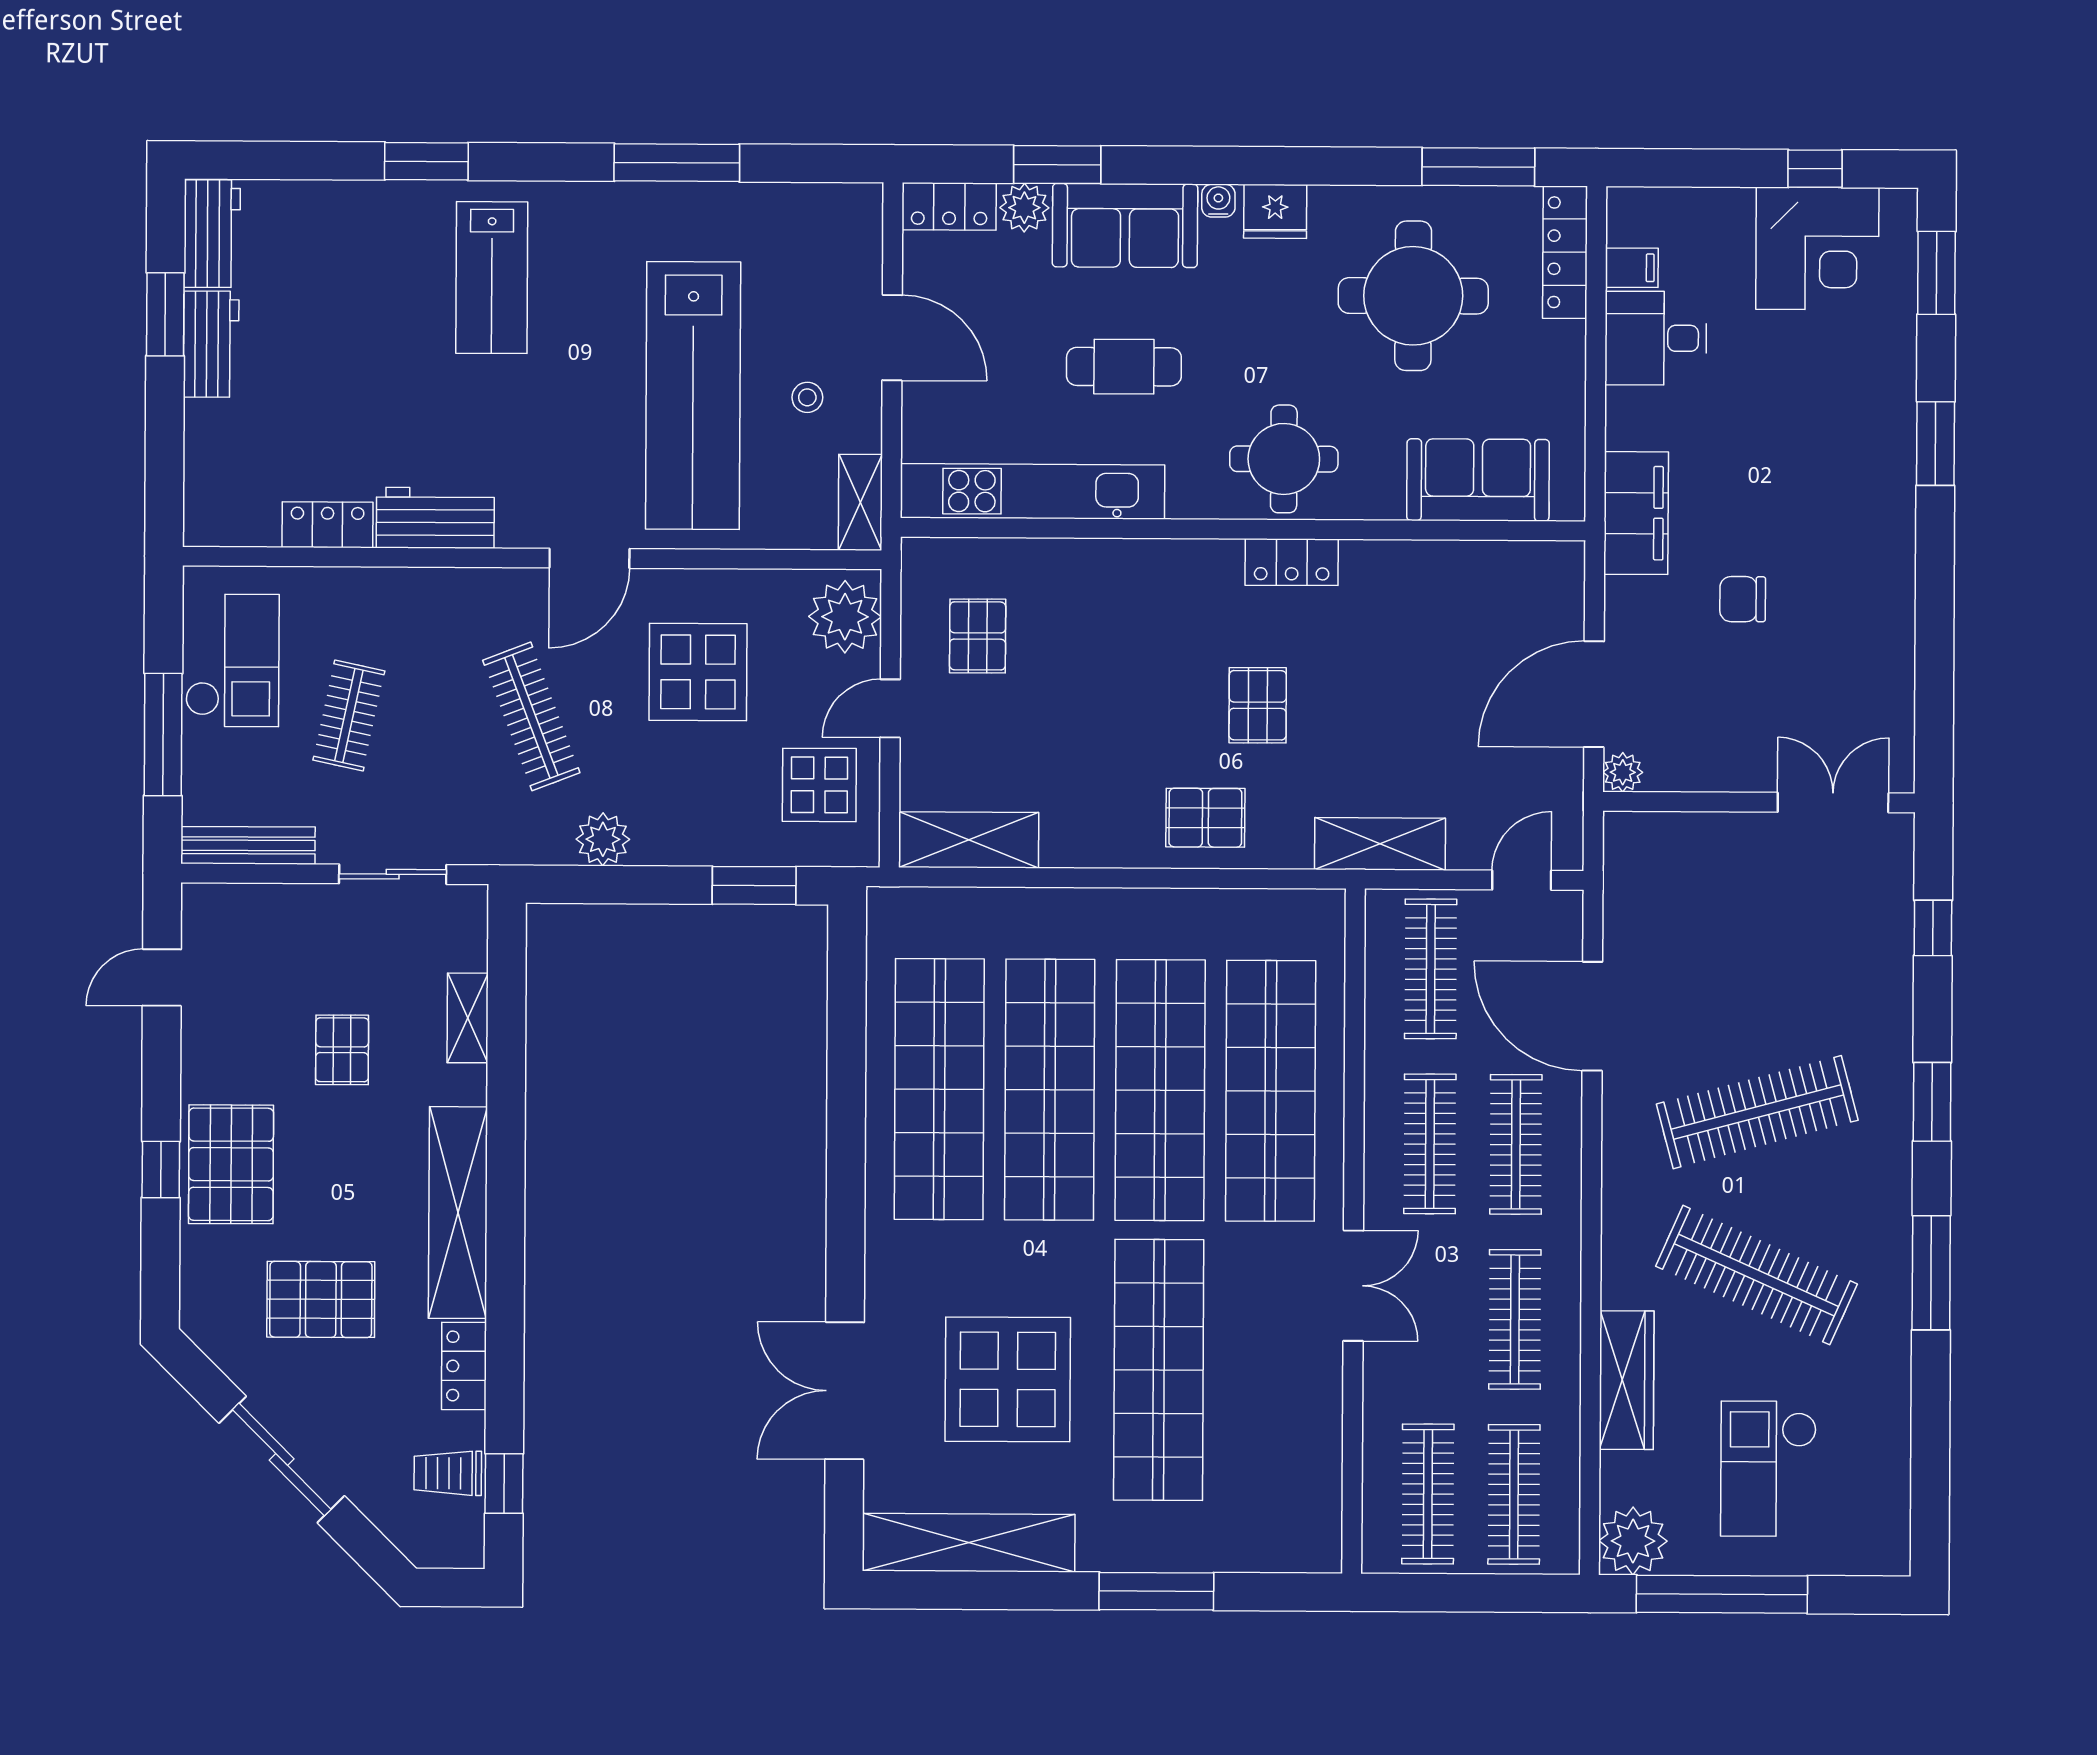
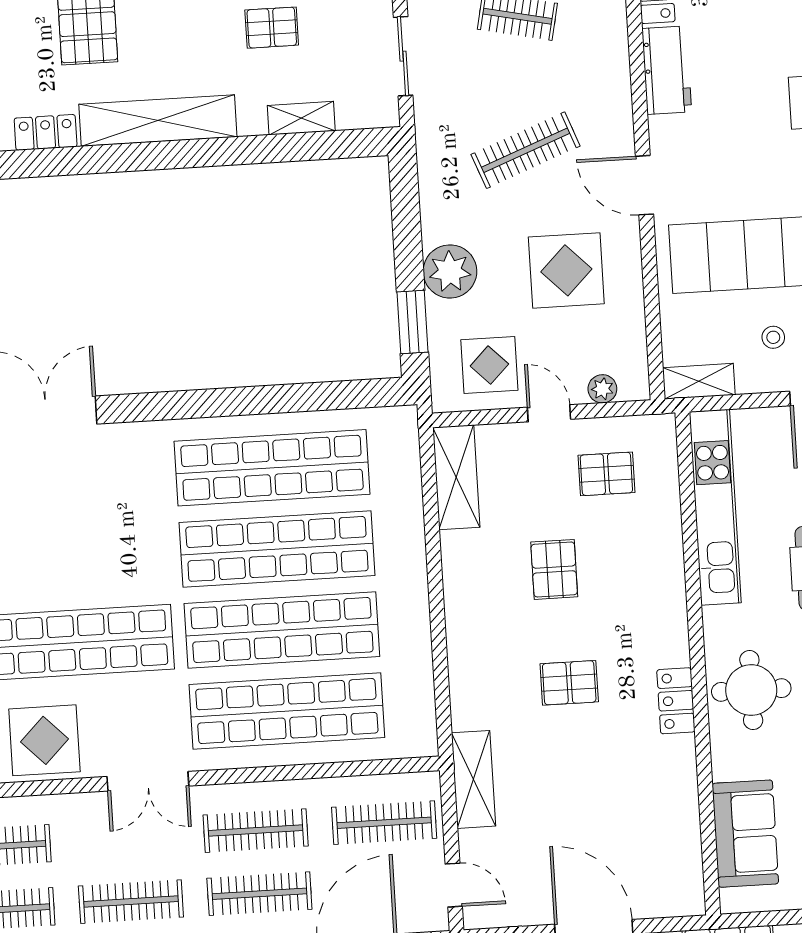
plant: (845, 617) -> (602, 389), width x0.53, depth x0.53
pallet: (1205, 818) -> (554, 569), moved
plant: (603, 839) -> (450, 271), moved, width x1.36, depth x1.36
display table: (1008, 1379) -> (44, 740), moved, width x0.73, depth x0.73

